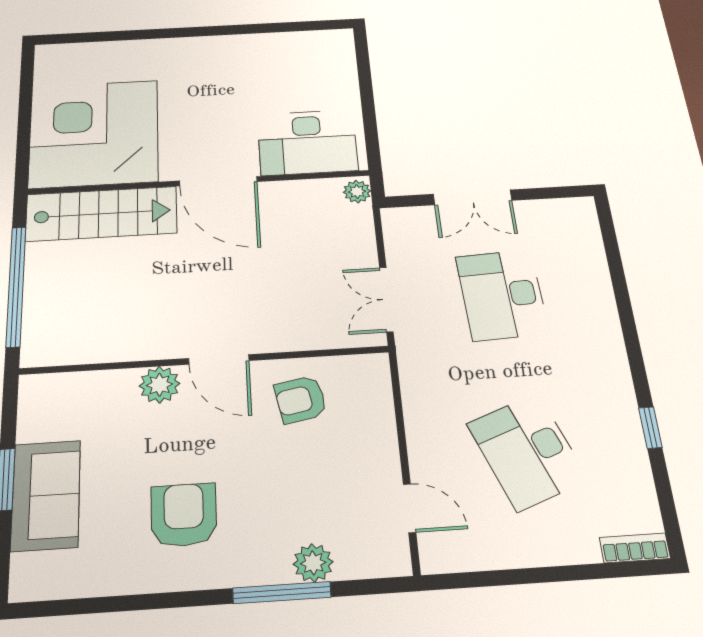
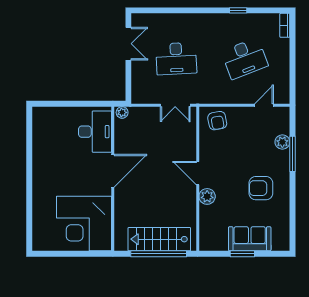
double door: (472, 197) -> (128, 44), moved
stairs: (102, 214) -> (159, 239), moved, turned -90
door: (219, 359) -> (198, 173), swing flipped
armchair: (301, 399) -> (217, 121), moved

